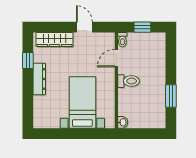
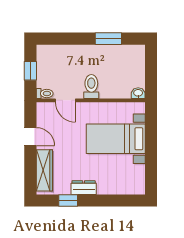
door: (84, 27) -> (30, 137), swing flipped
dresser: (39, 79) -> (84, 188), width x0.70

